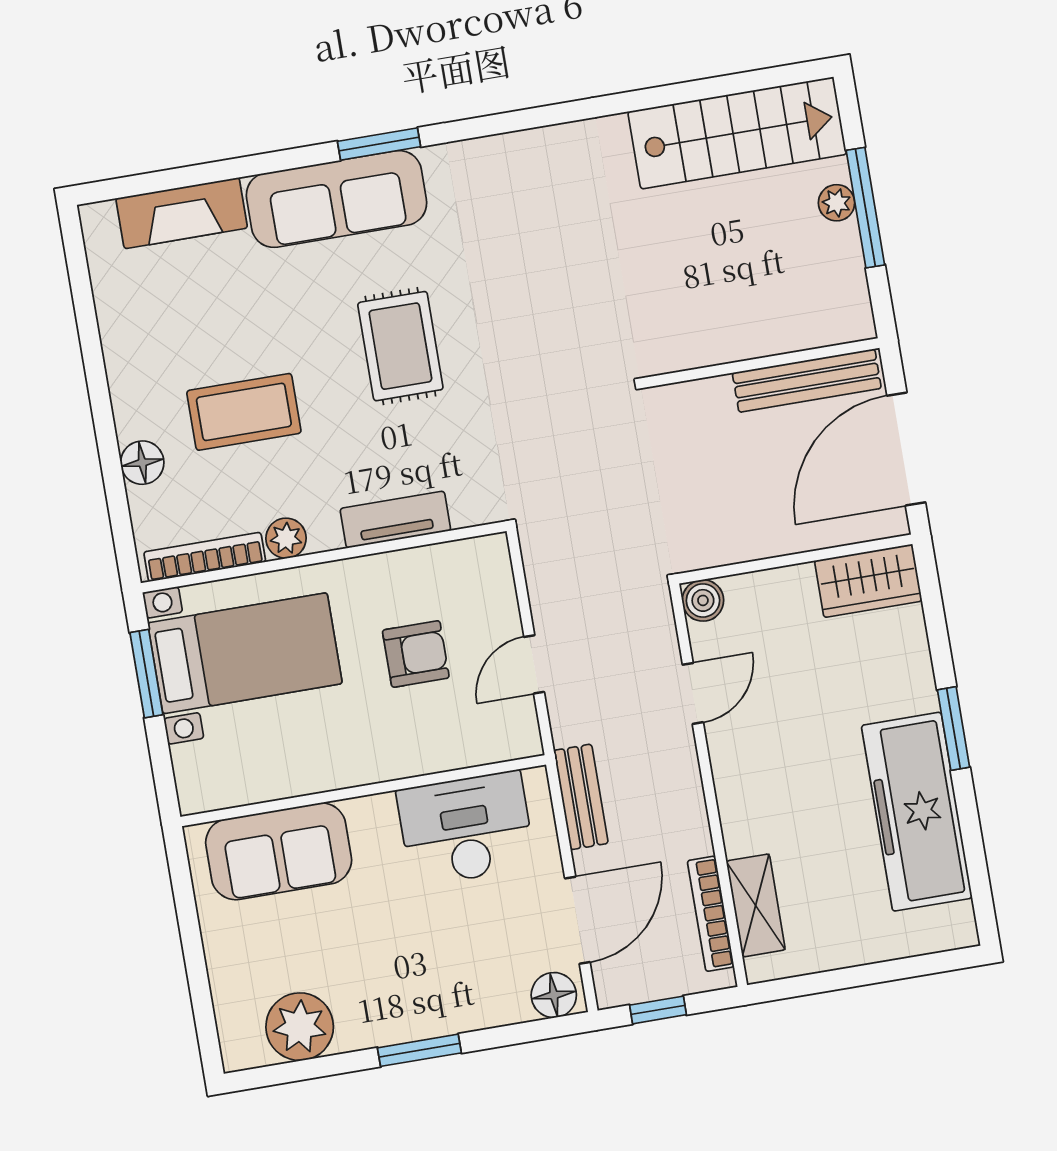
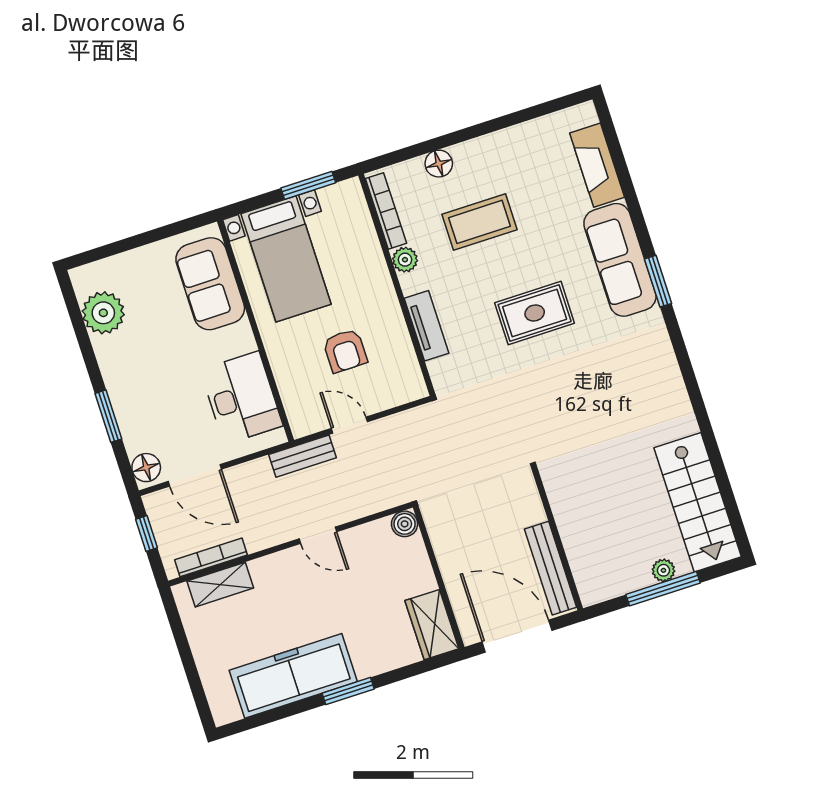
coffee table: (244, 412) -> (479, 222), turned 90
bed with nightstands: (245, 653) -> (286, 259), moved
door: (693, 693) -> (318, 535), moved
bench: (581, 797) -> (302, 456), moved
window: (419, 1050) -> (108, 416), moved

